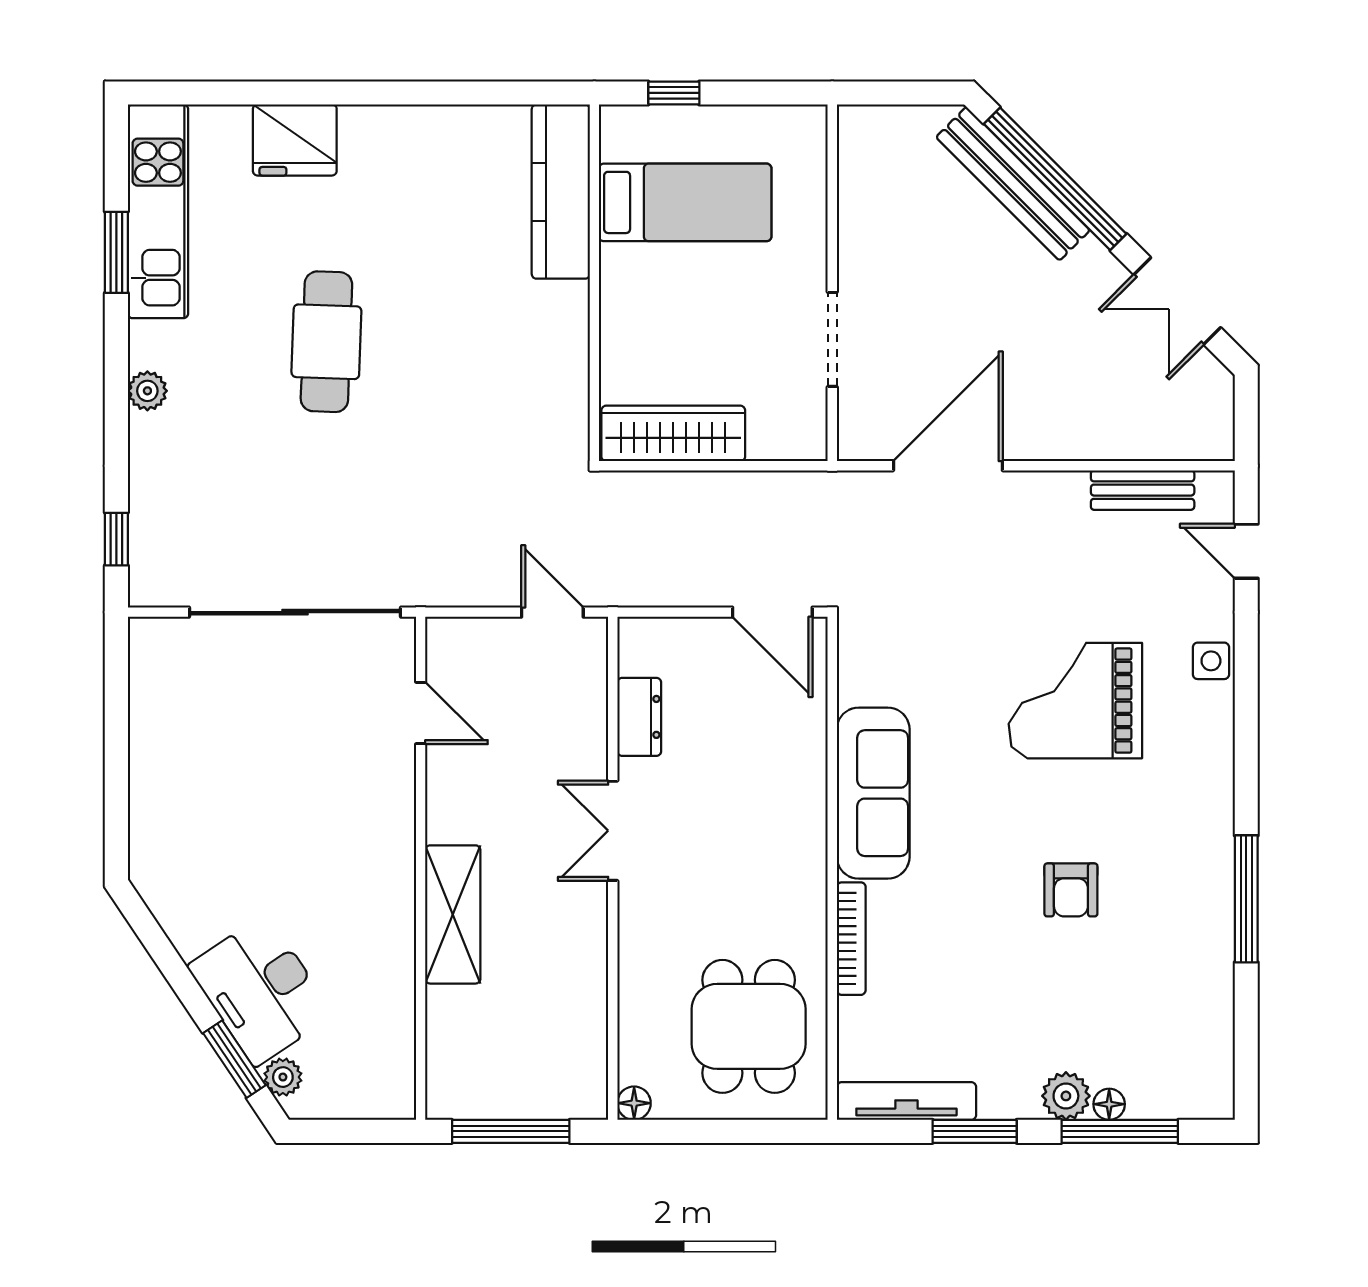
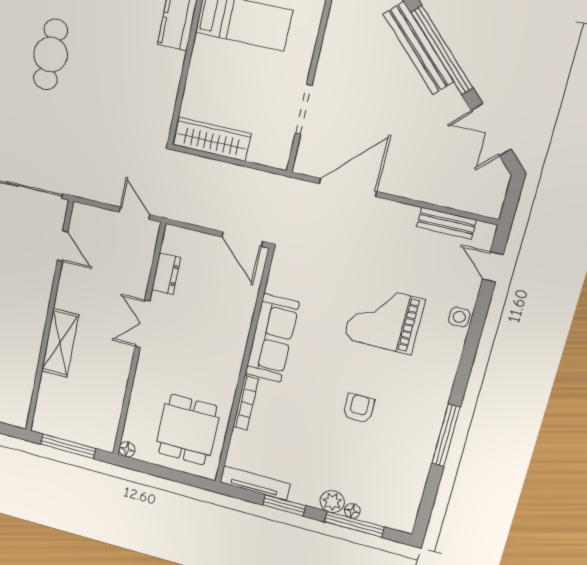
armchair: (1071, 890) -> (359, 408), turned 180

